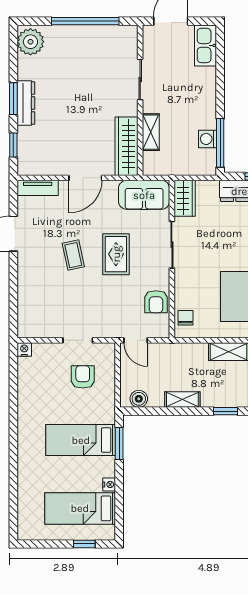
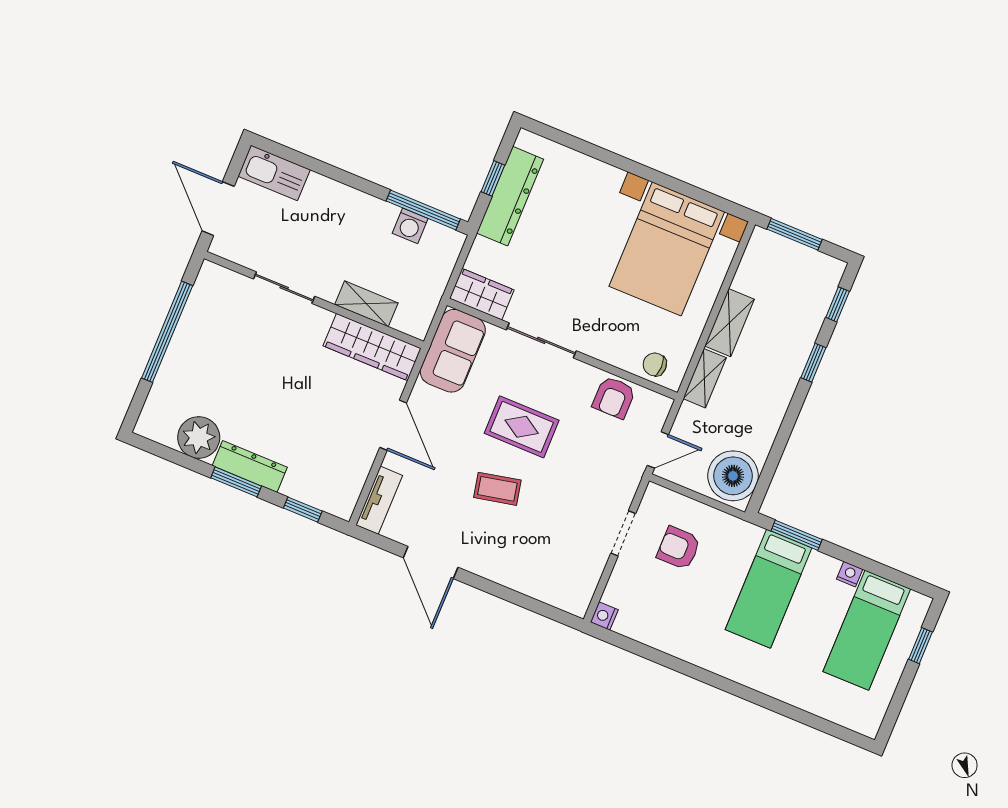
plant: (30, 42) -> (199, 437), moved
armchair: (156, 302) -> (614, 397), turned 90
boiler: (139, 399) -> (733, 476), width x1.86, depth x1.86
shelving: (182, 400) -> (705, 378), moved

